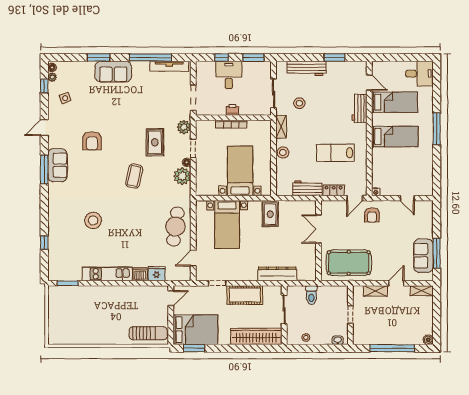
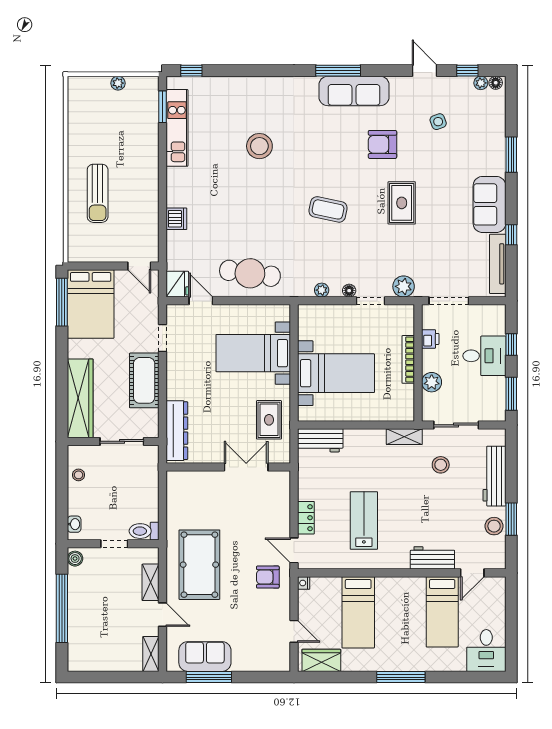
window: (150, 57) -> (511, 235), width x0.32
sofa: (113, 72) -> (489, 204), moved
side table: (65, 98) -> (438, 122), moved
plant: (246, 109) -> (432, 382), added
printer: (232, 110) -> (430, 339), moved
door: (44, 128) -> (425, 71), moved
bed: (395, 137) -> (358, 612), moved
rug: (155, 142) -> (402, 203), moved, turned 90
stool: (283, 153) -> (494, 526), moved
sofa: (57, 165) -> (354, 91), width x1.36
plant: (182, 176) -> (322, 290), width x0.53, depth x0.53
wardrobe: (426, 180) -> (321, 660), added
workbench: (307, 188) -> (320, 440), moved, turned 90
door: (407, 198) -> (294, 631), swing flipped
rug: (270, 214) -> (269, 420), turned 90
double door: (318, 229) -> (246, 467), moved
wall: (318, 241) -> (228, 467), moved
window: (44, 243) -> (191, 71), moved
pool table: (349, 263) -> (199, 565), moved
kitchen unit: (107, 274) -> (177, 128), moved
fridge: (157, 274) -> (177, 284), moved
toilet: (311, 295) -> (144, 531), moved
plant: (52, 312) -> (118, 83), added
sun lounger: (148, 333) -> (98, 193), moved
boiler: (428, 340) -> (75, 559), moved
window: (194, 348) -> (62, 302), width x1.44

